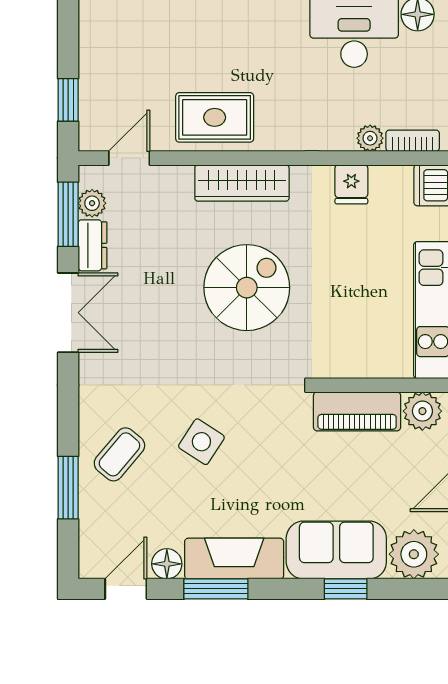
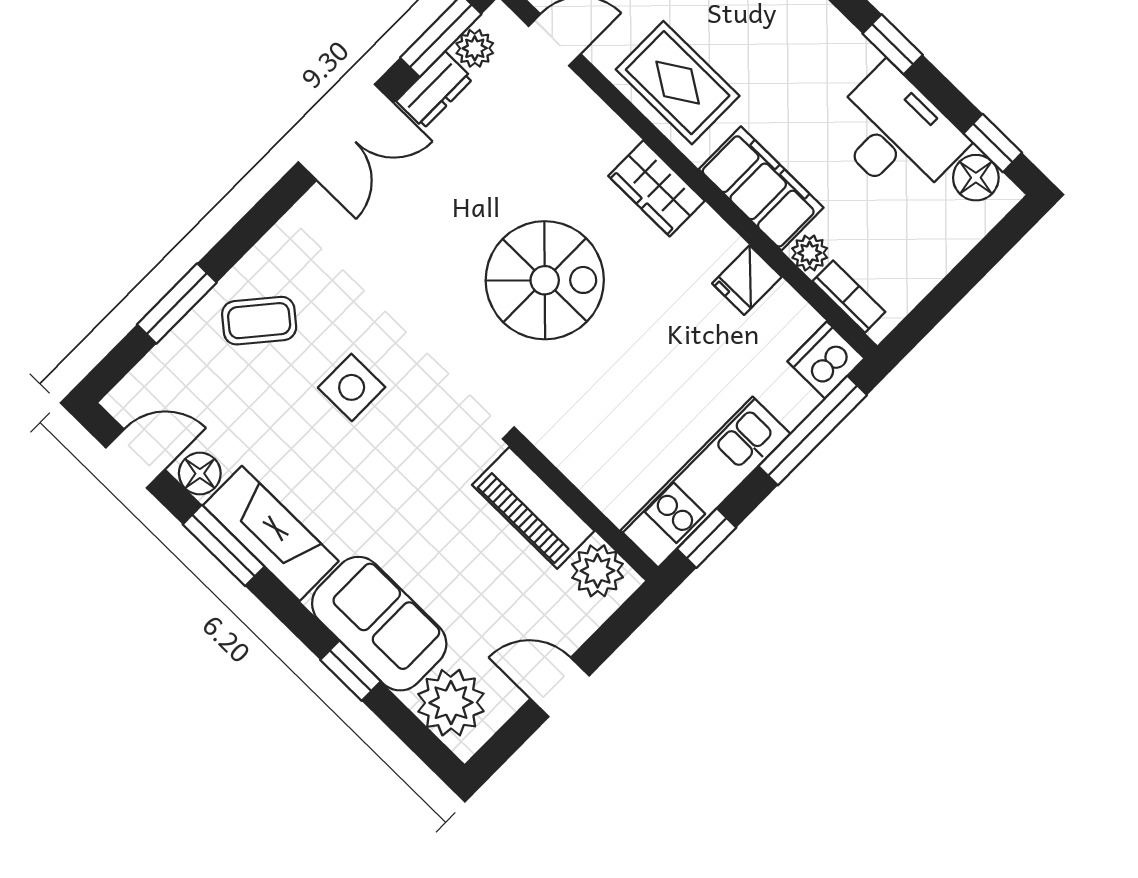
filing cabinet: (312, 129) -> (761, 188), added
wardrobe: (242, 183) -> (656, 188), width x0.67
side table: (201, 442) -> (352, 387), turned -33

